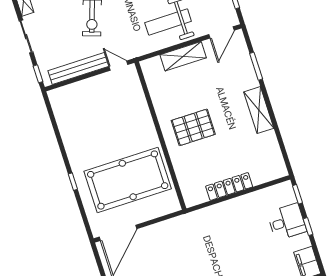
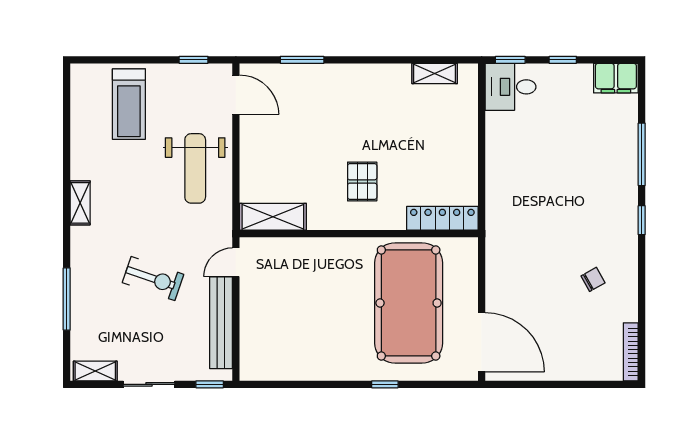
shelving: (183, 56) -> (273, 217), moved, turned 90
shelving: (259, 110) -> (435, 73), moved, width x0.67, depth x0.75
pallet: (193, 127) -> (362, 182), width x0.67, depth x0.71
locker: (229, 186) -> (442, 218), moved, turned 90
desk: (287, 222) -> (511, 87), moved, turned -90

